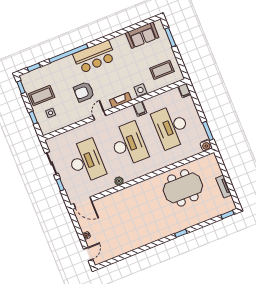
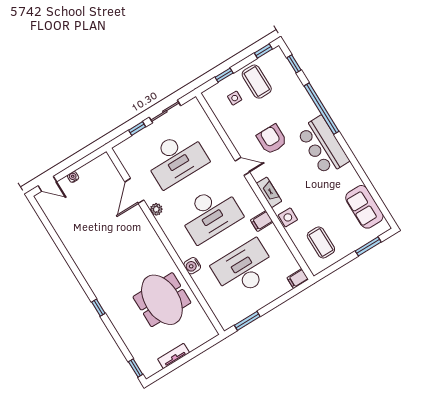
water cooler: (206, 145) -> (192, 266), moved
door: (83, 203) -> (134, 191), moved

